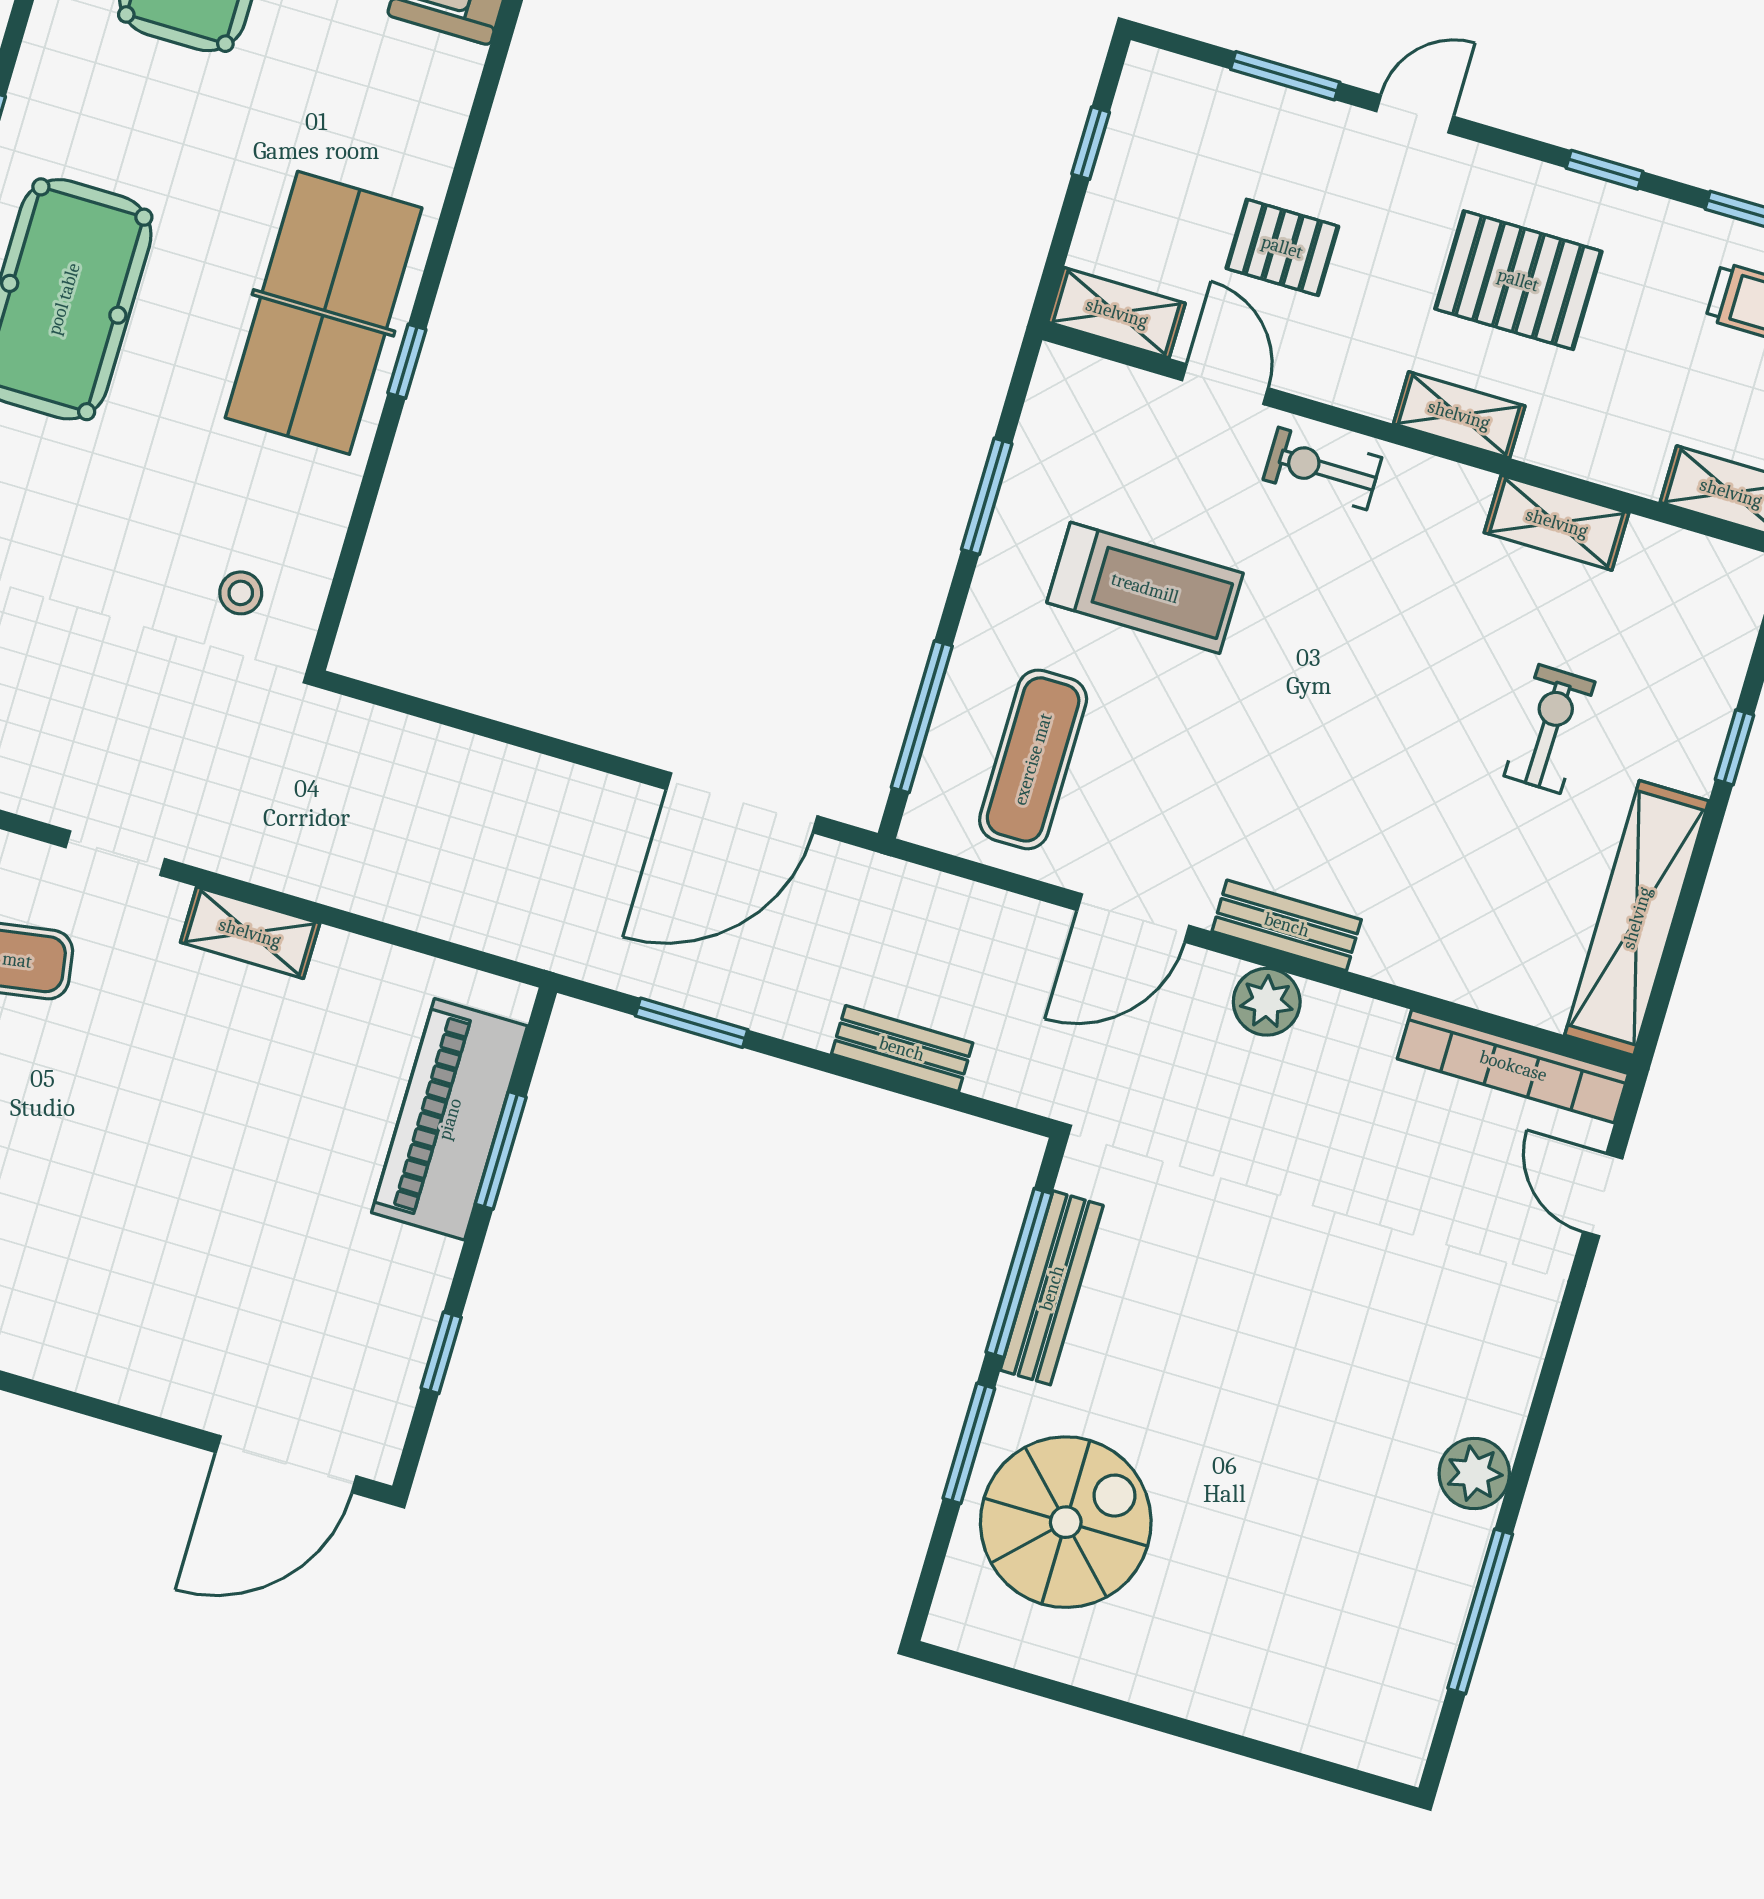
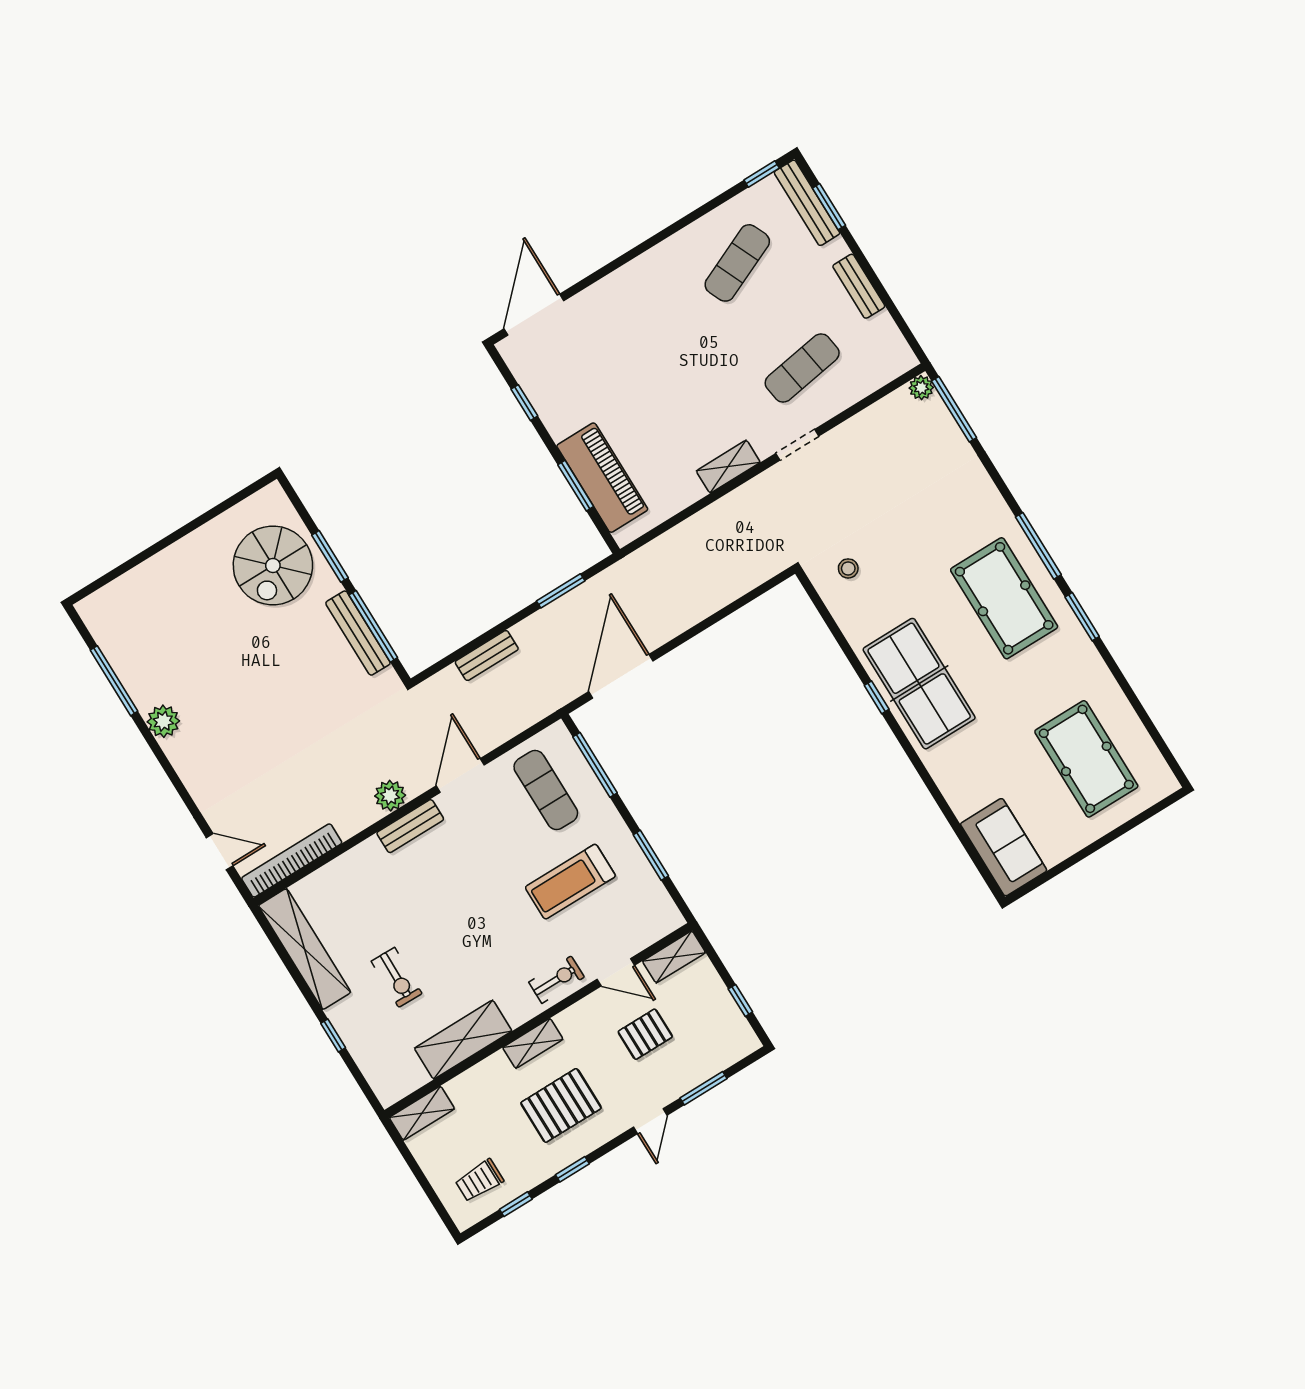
shelving: (1557, 523) -> (463, 1040), width x1.50, depth x1.33

